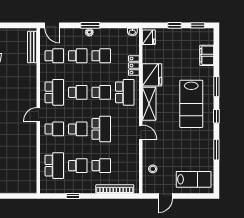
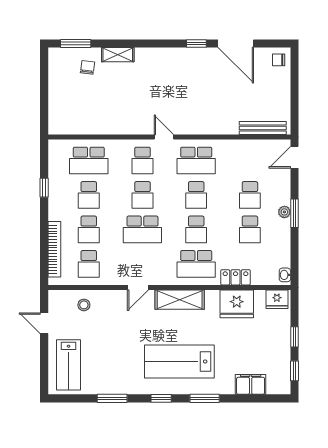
school desk: (54, 56) -> (89, 264), moved
fridge: (152, 75) -> (237, 304), moved

